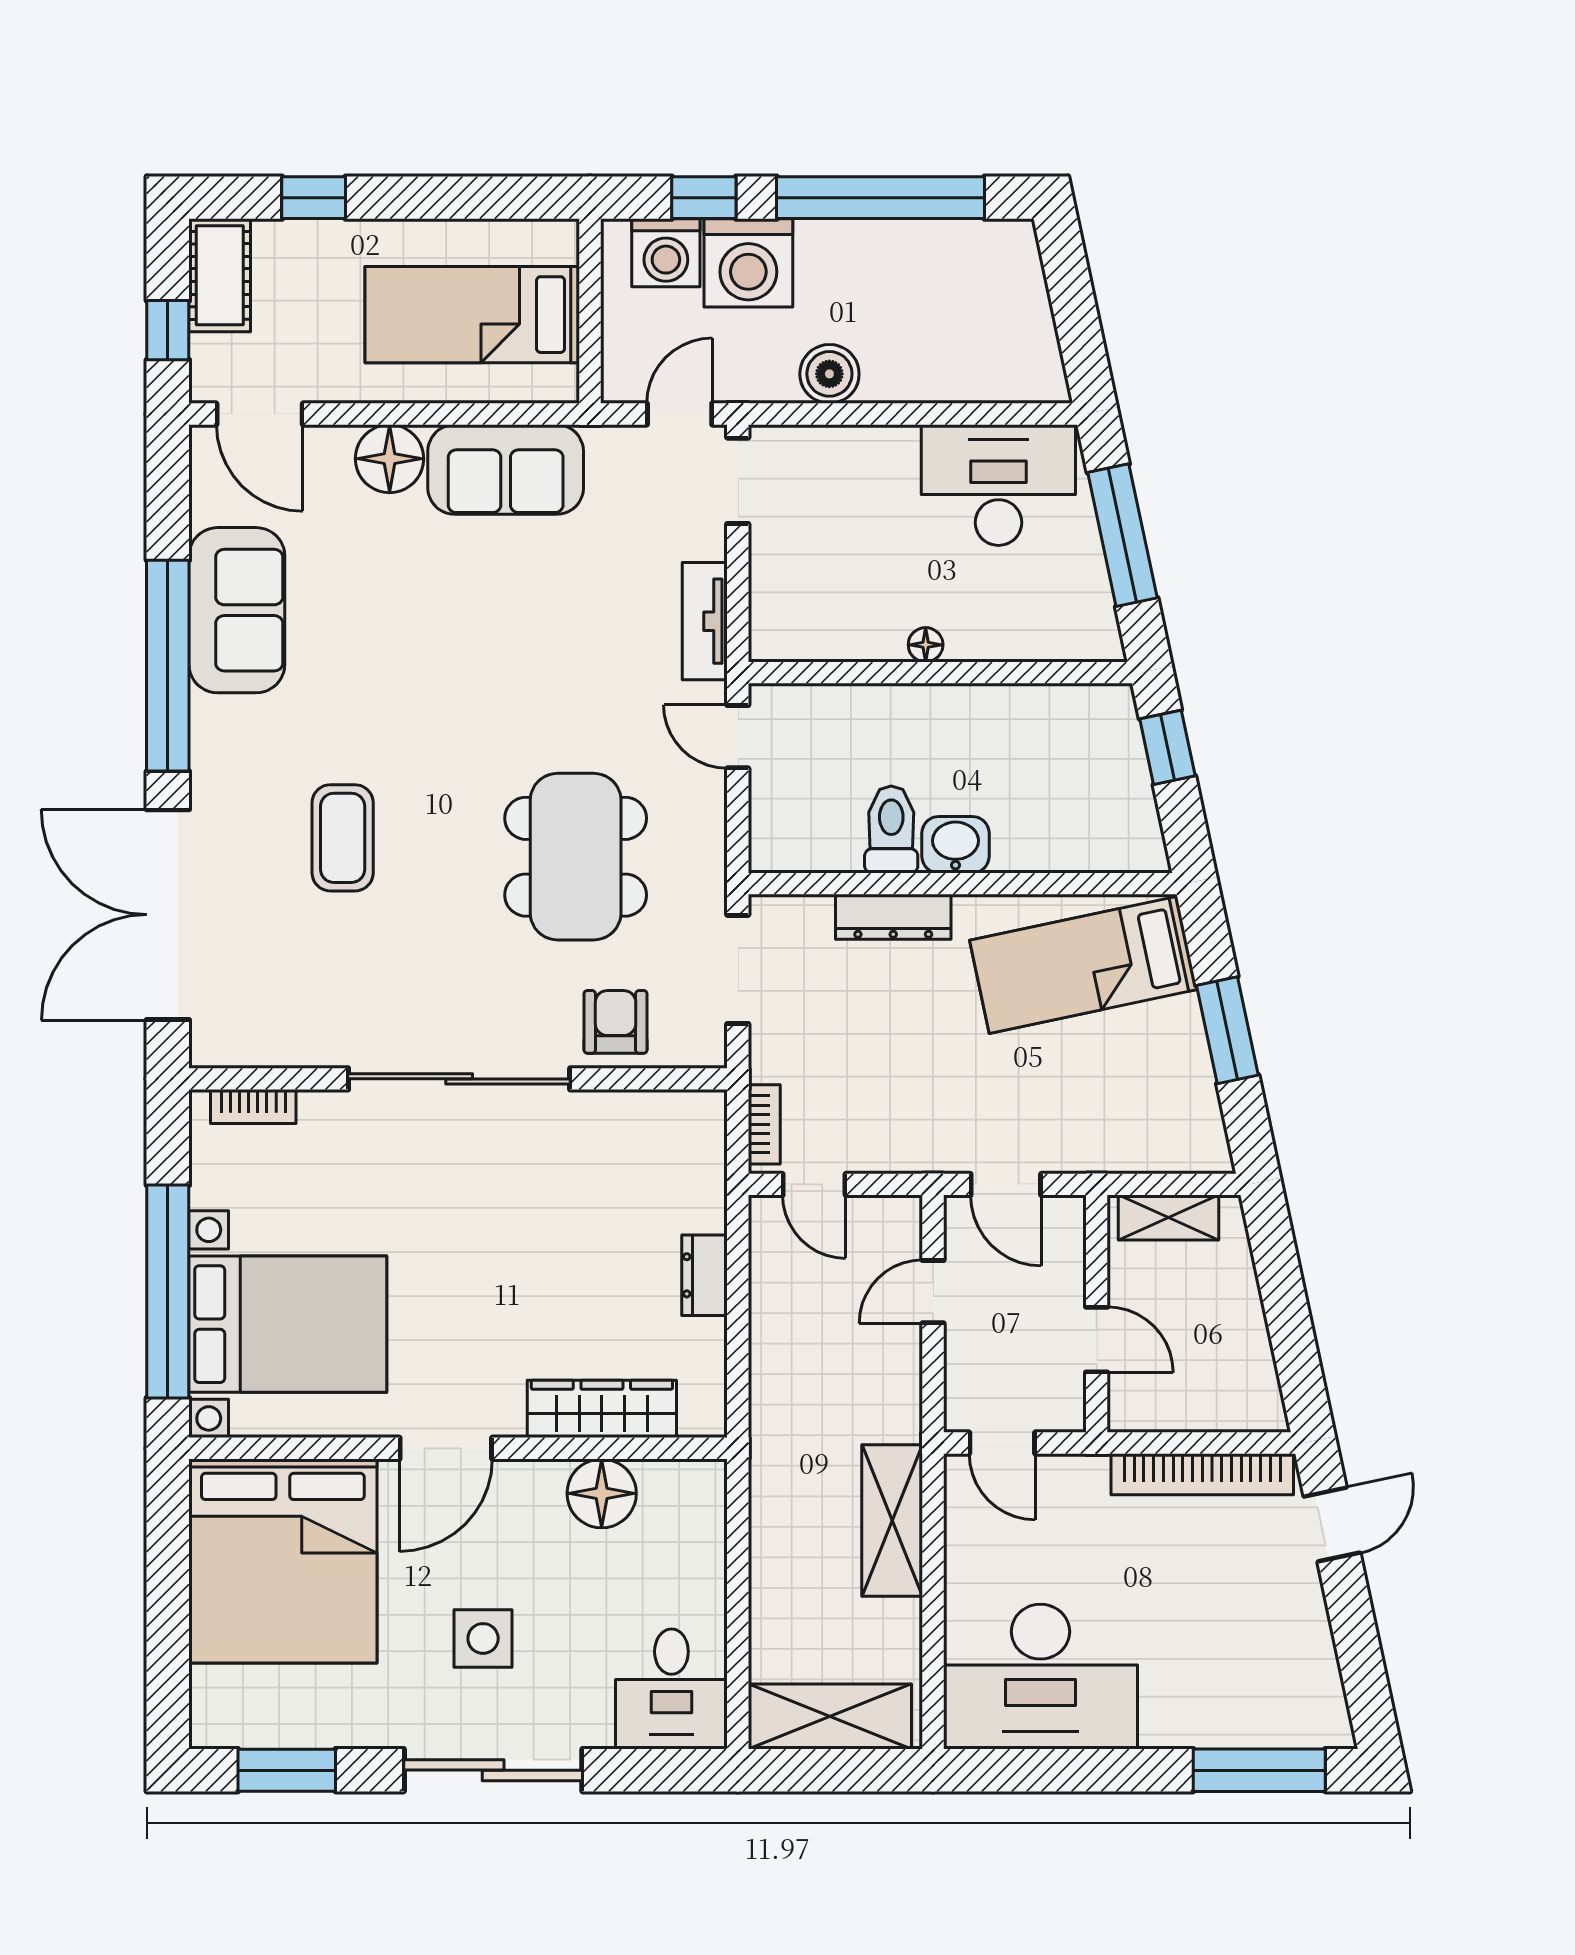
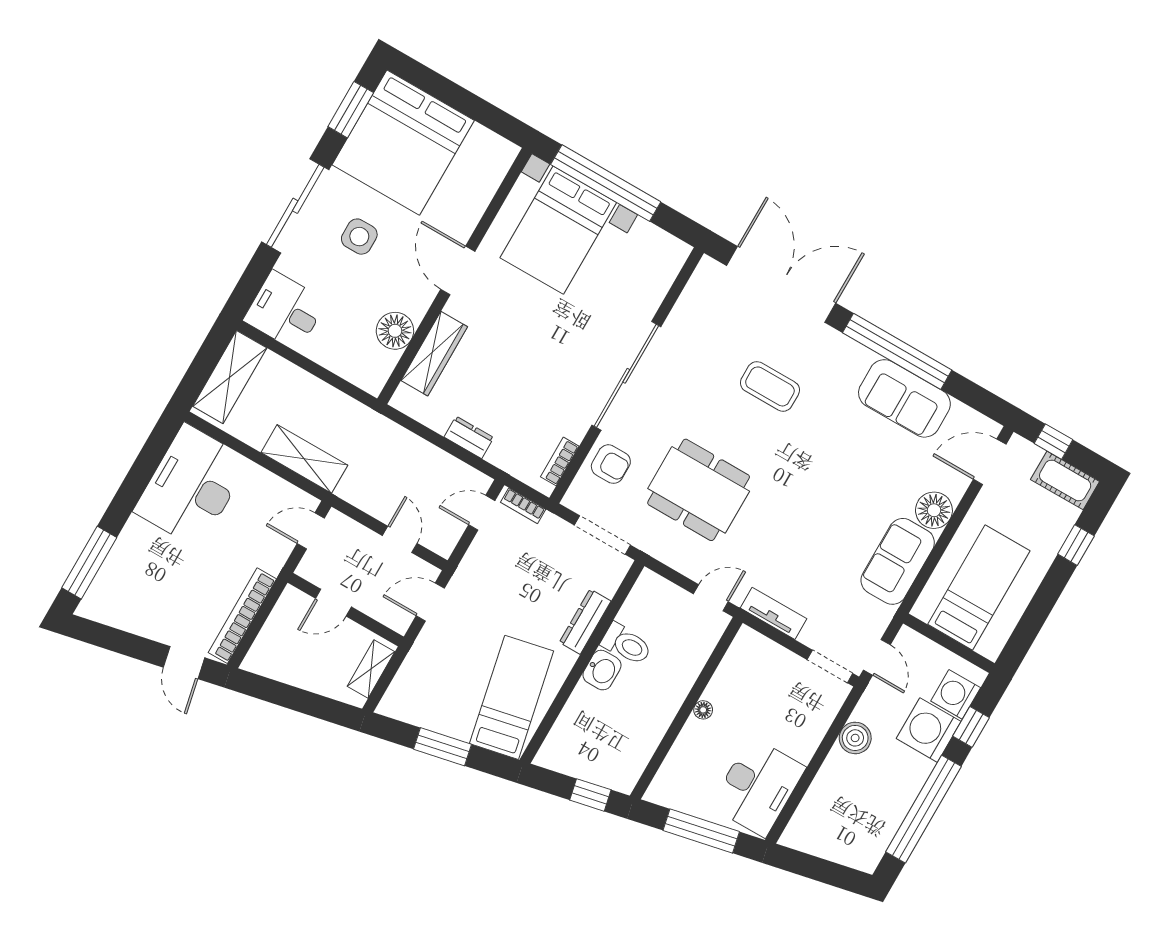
bookcase: (253, 1107) -> (560, 461), moved
bed: (283, 1561) -> (403, 143), moved, turned -90

